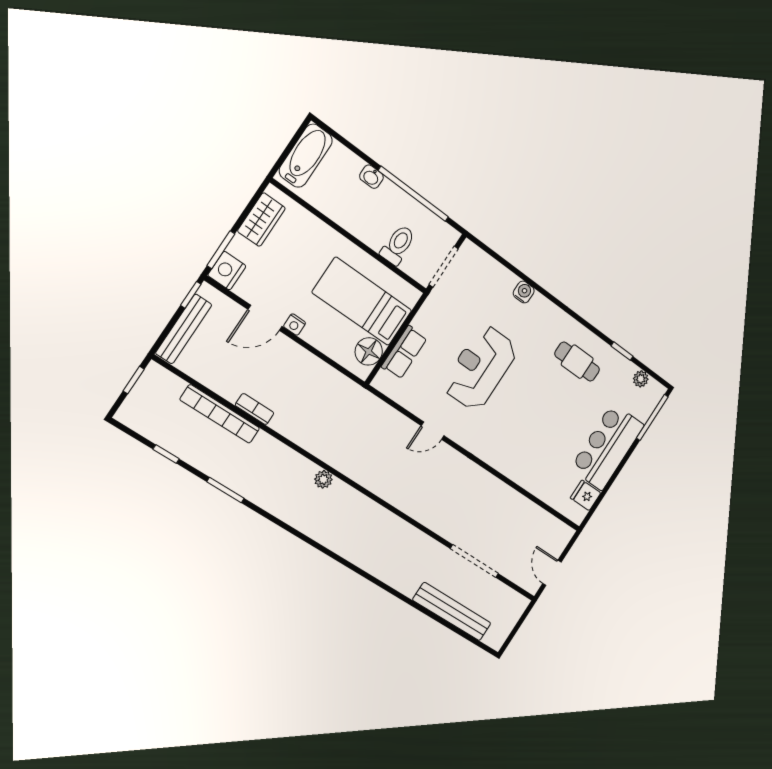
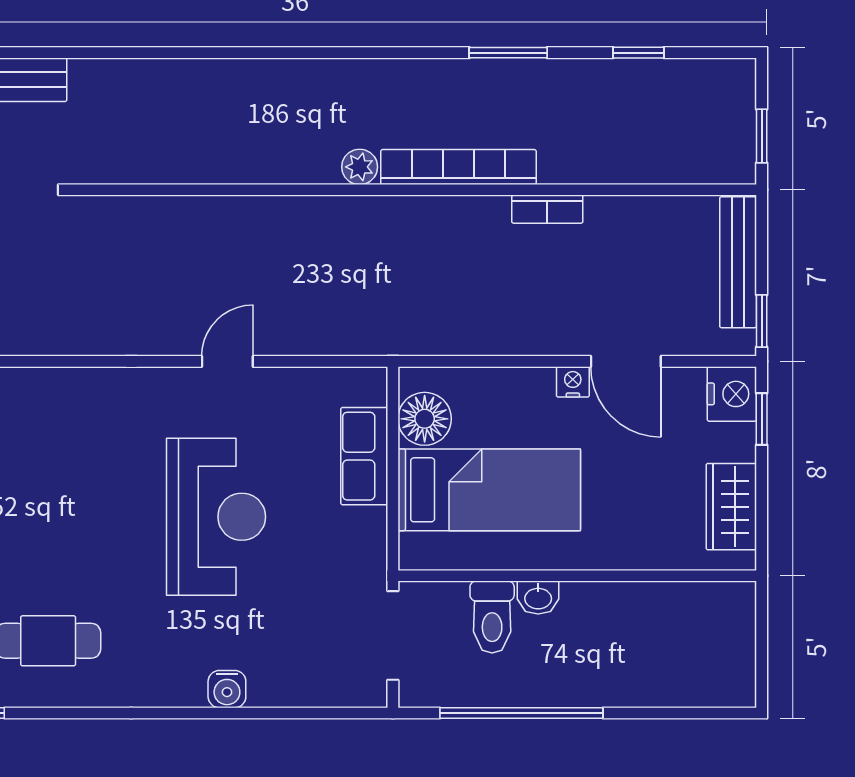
bathtub: (306, 156) -> (729, 650), removed
washbasin: (371, 177) -> (538, 598), moved, turned 180
window: (221, 250) -> (762, 419), width x0.67
door: (265, 318) -> (626, 361), swing flipped
bookcase: (220, 414) -> (458, 167), moved

